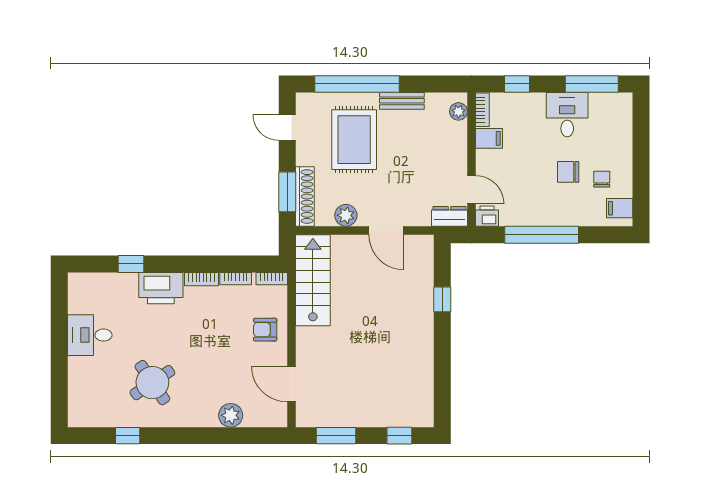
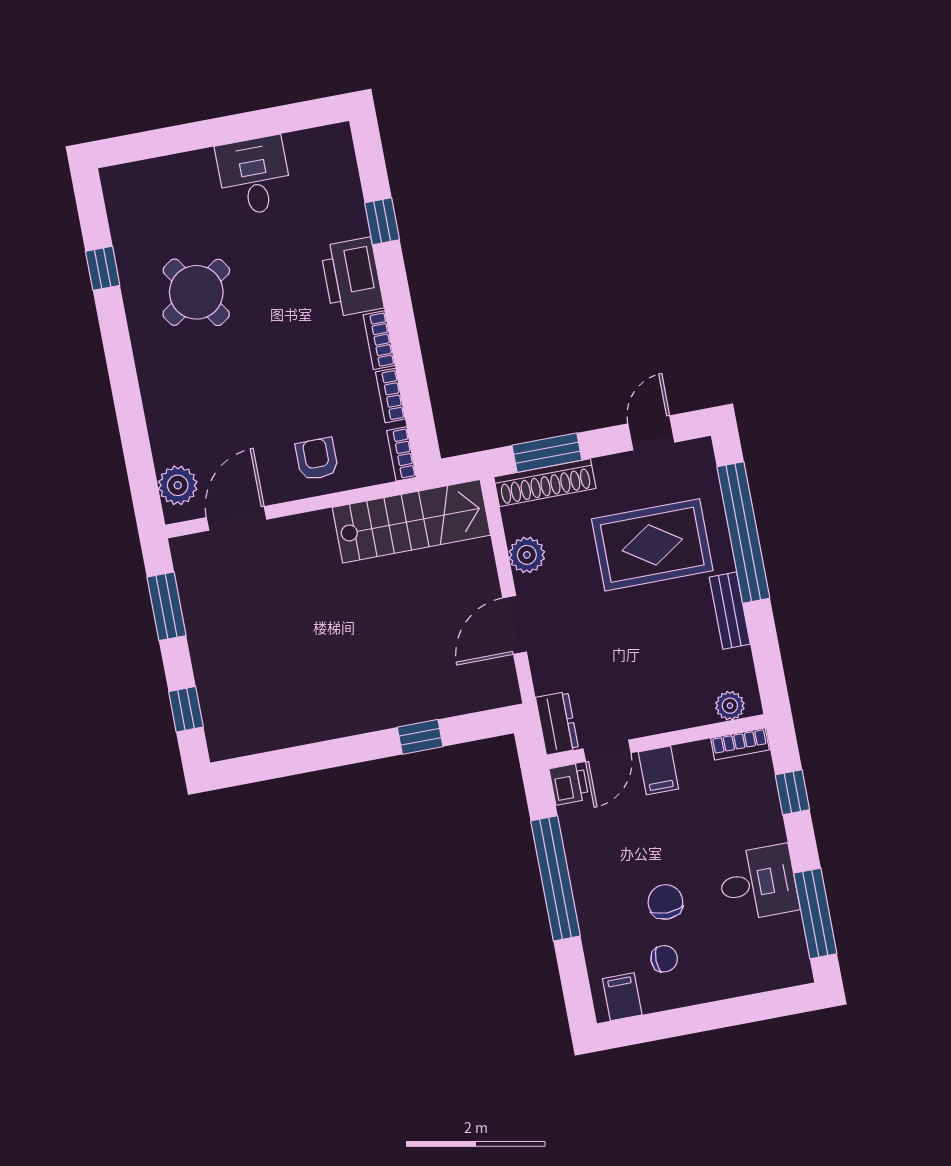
filing cabinet: (489, 138) -> (658, 770), moved
plant: (231, 415) -> (178, 485), moved

